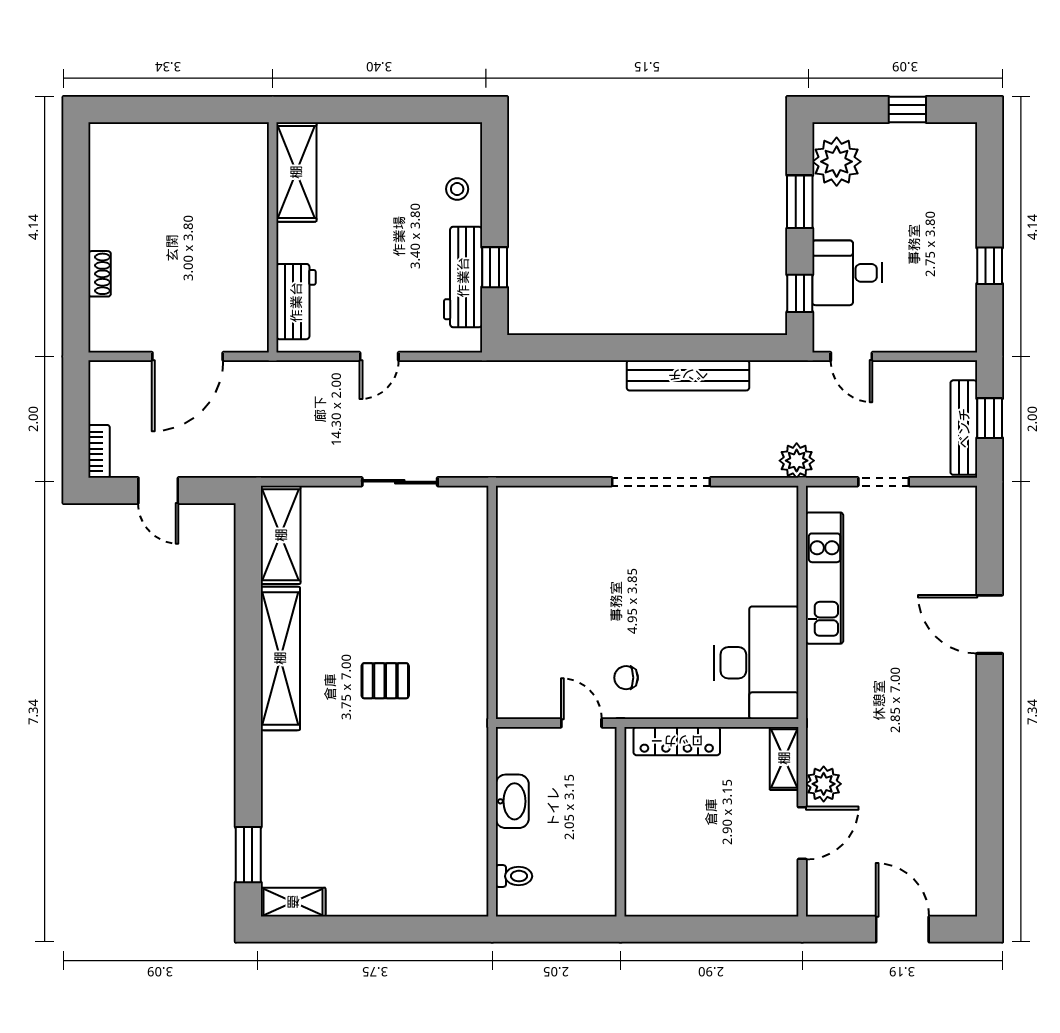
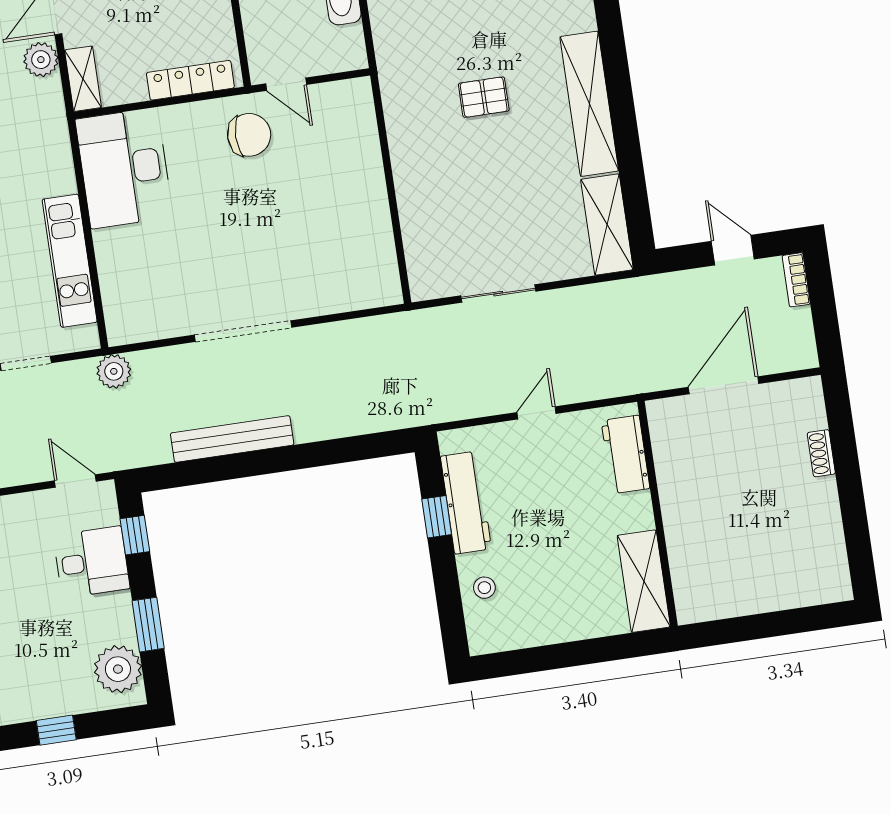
chair: (626, 678) -> (249, 135), width x1.87, depth x1.87

